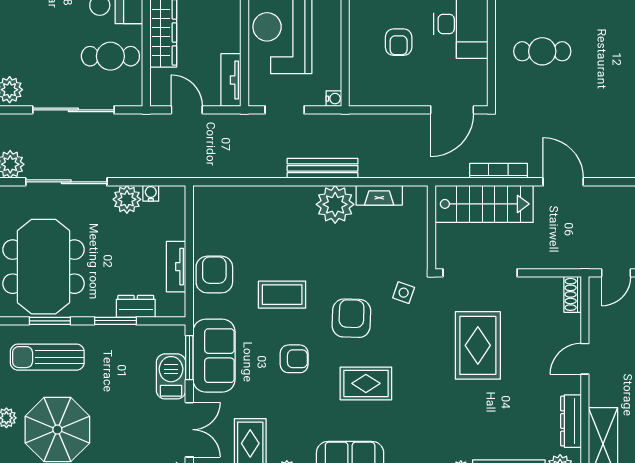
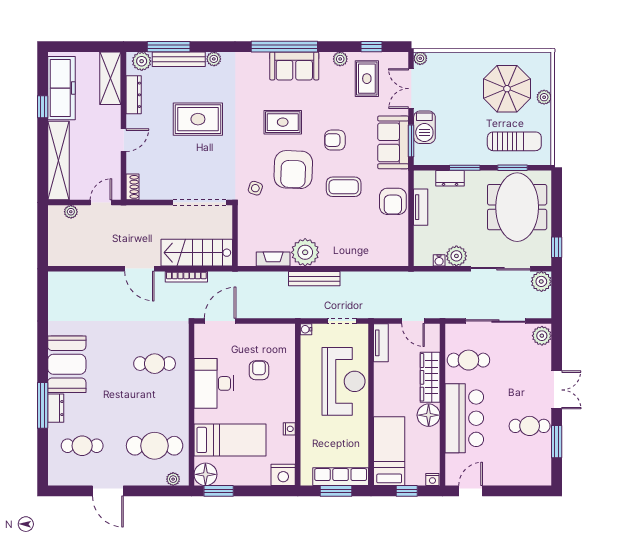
armchair: (351, 318) -> (293, 170), width x1.36, depth x1.36
rug: (478, 345) -> (198, 119), moved, turned 90

